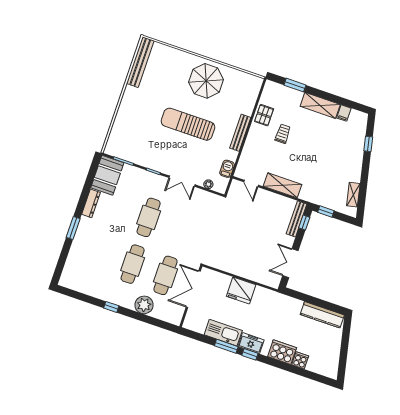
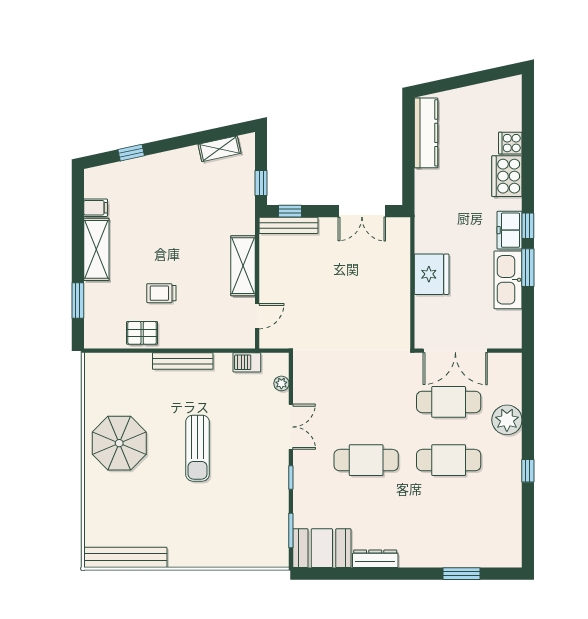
sun lounger: (188, 124) -> (198, 448), width x0.73, depth x0.75
window: (73, 228) -> (461, 574), moved

